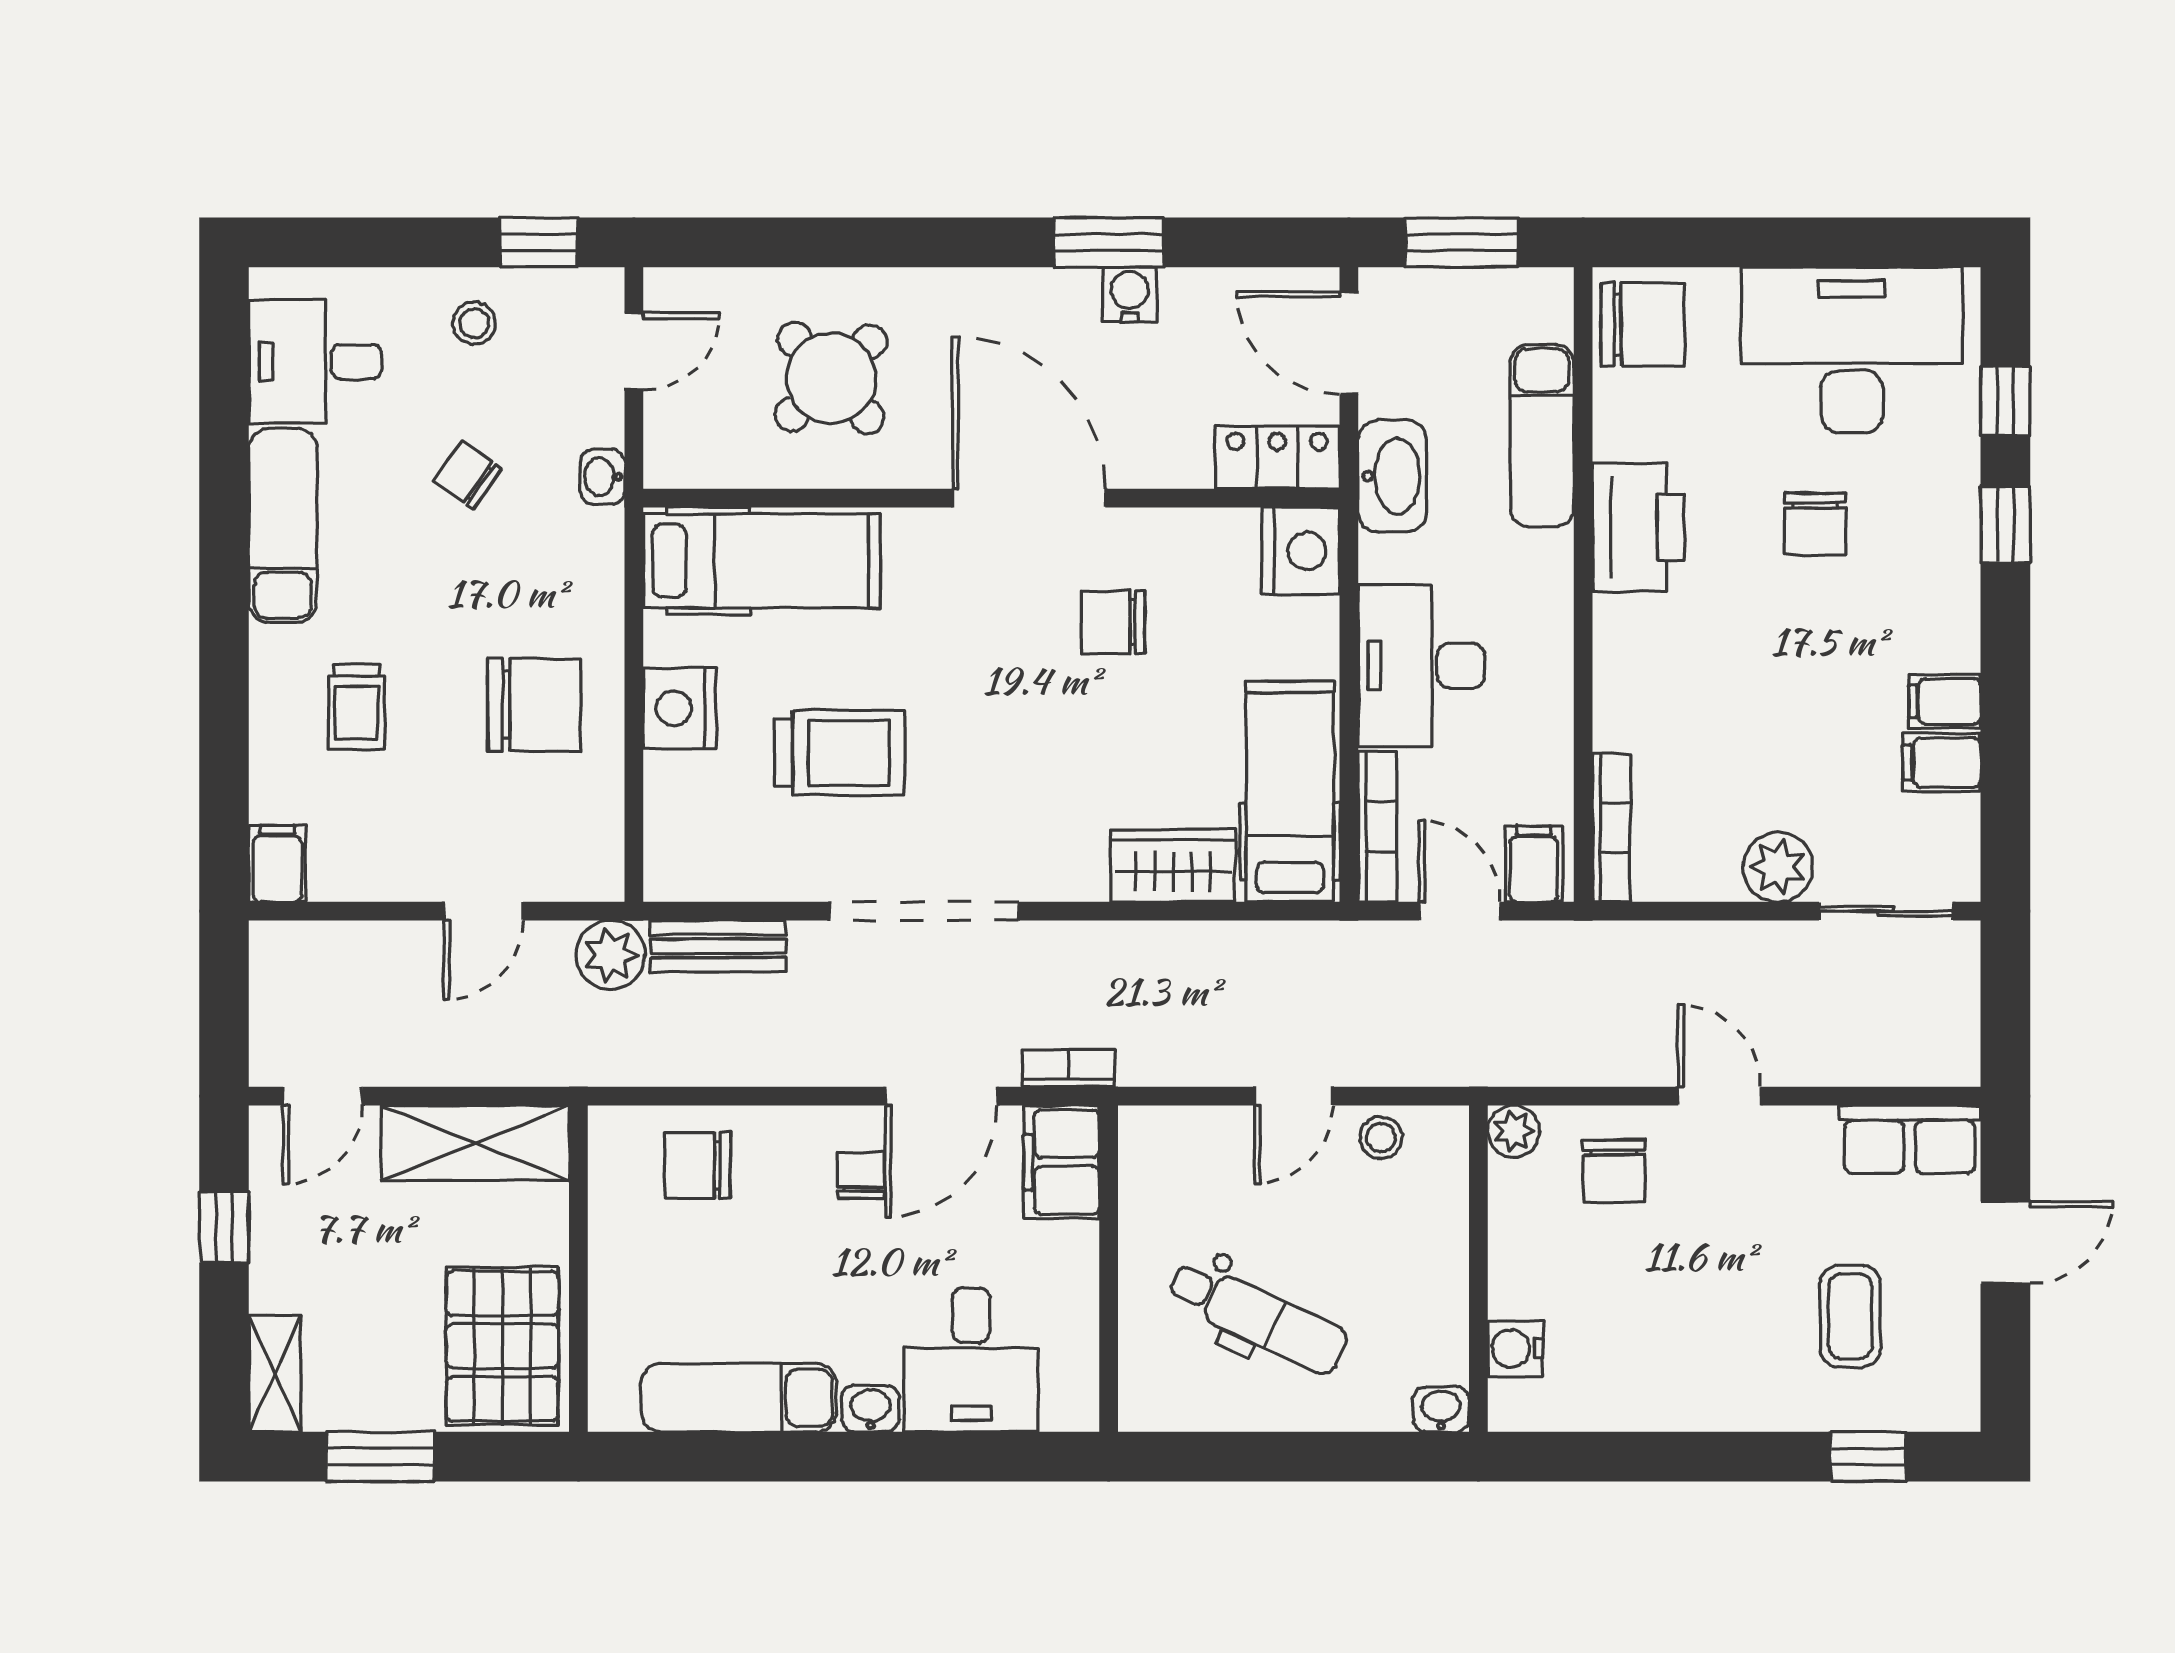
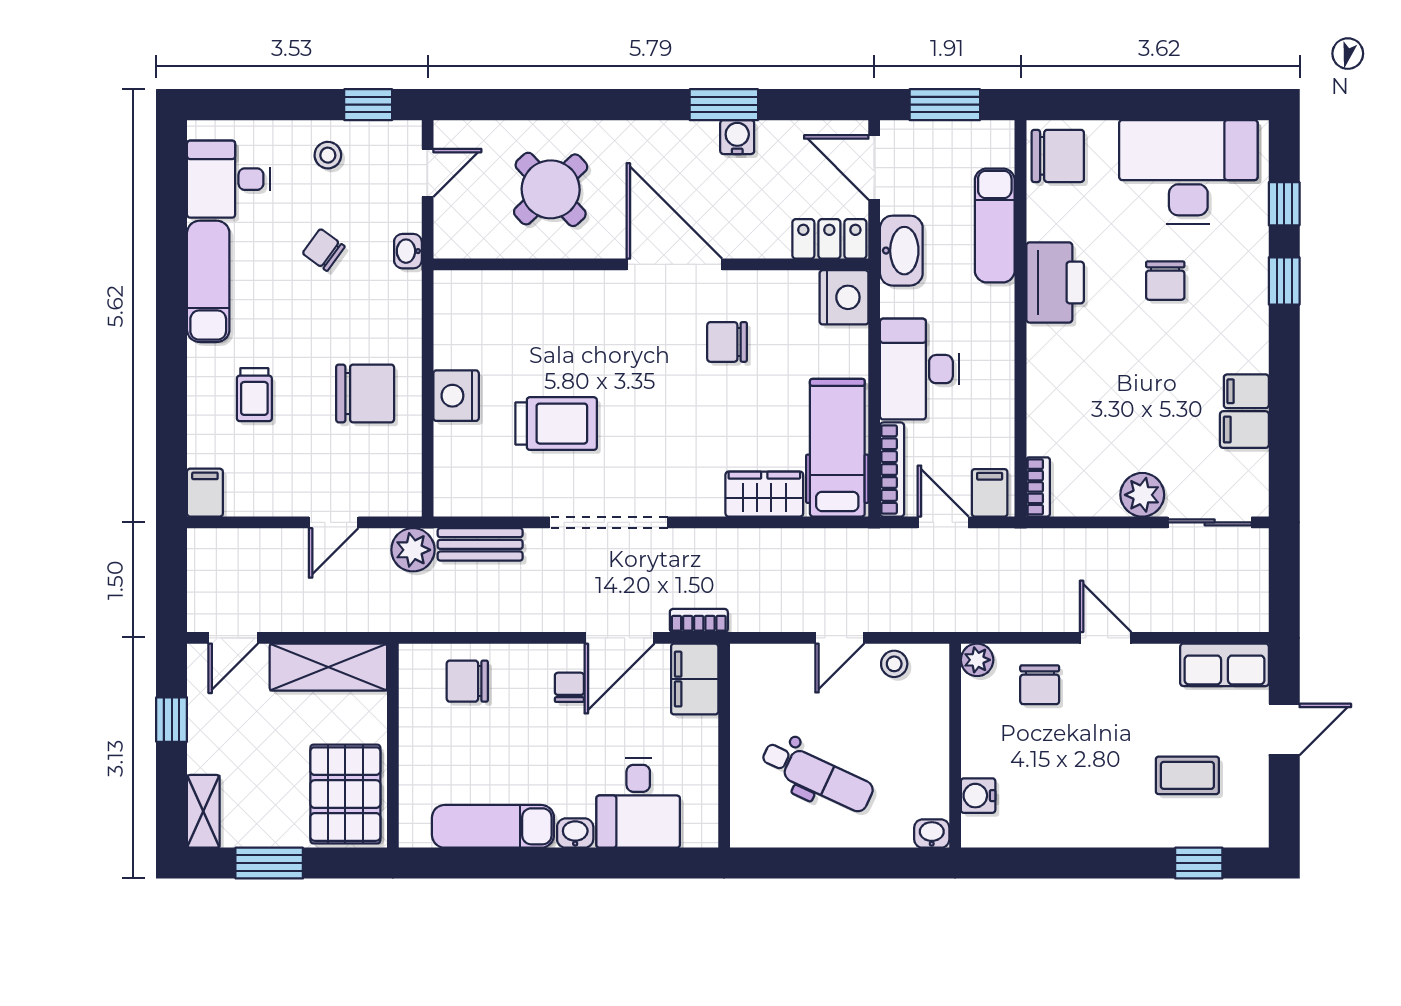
hospital bed: (762, 561) -> (507, 304), removed
bookcase: (1611, 828) -> (1038, 487), width x0.64
coffee table: (1850, 1316) -> (1187, 775), turned 90

